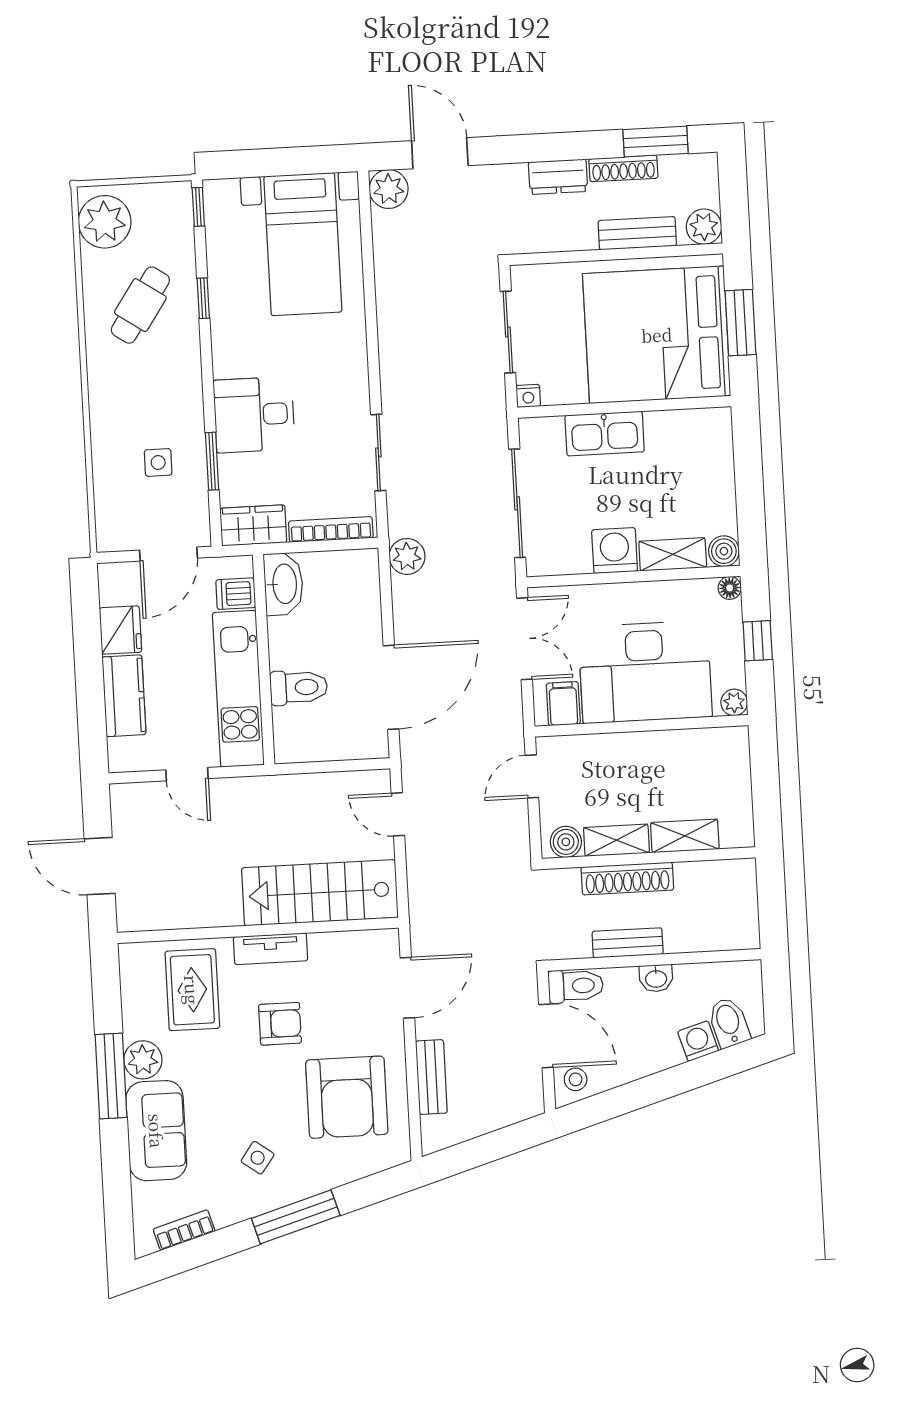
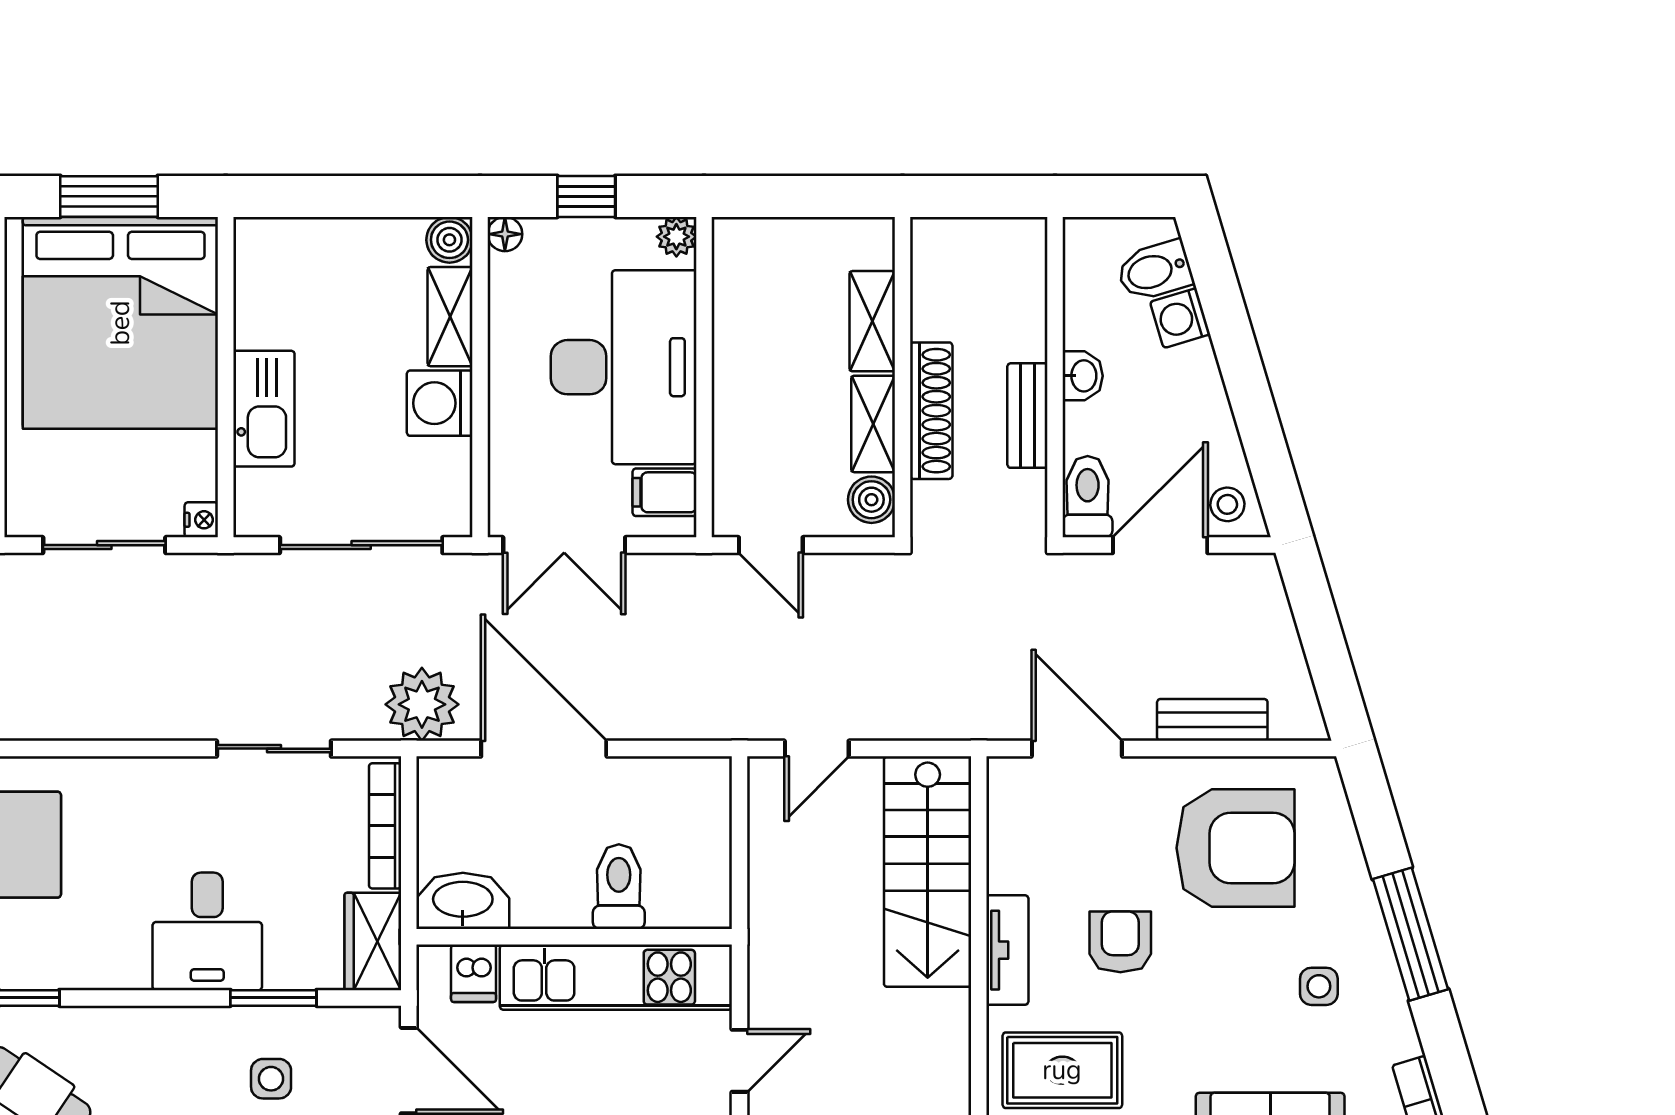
plant: (407, 556) -> (422, 704), width x1.36, depth x1.36
double door: (525, 639) -> (564, 545), swing flipped
door: (391, 687) -> (544, 749), moved
side table: (258, 1158) -> (1319, 986), turned -36

